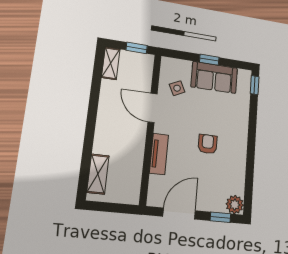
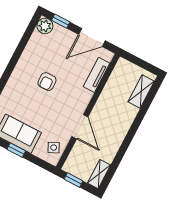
side table: (177, 88) -> (54, 148), moved
tv unit: (159, 154) -> (97, 75), moved

